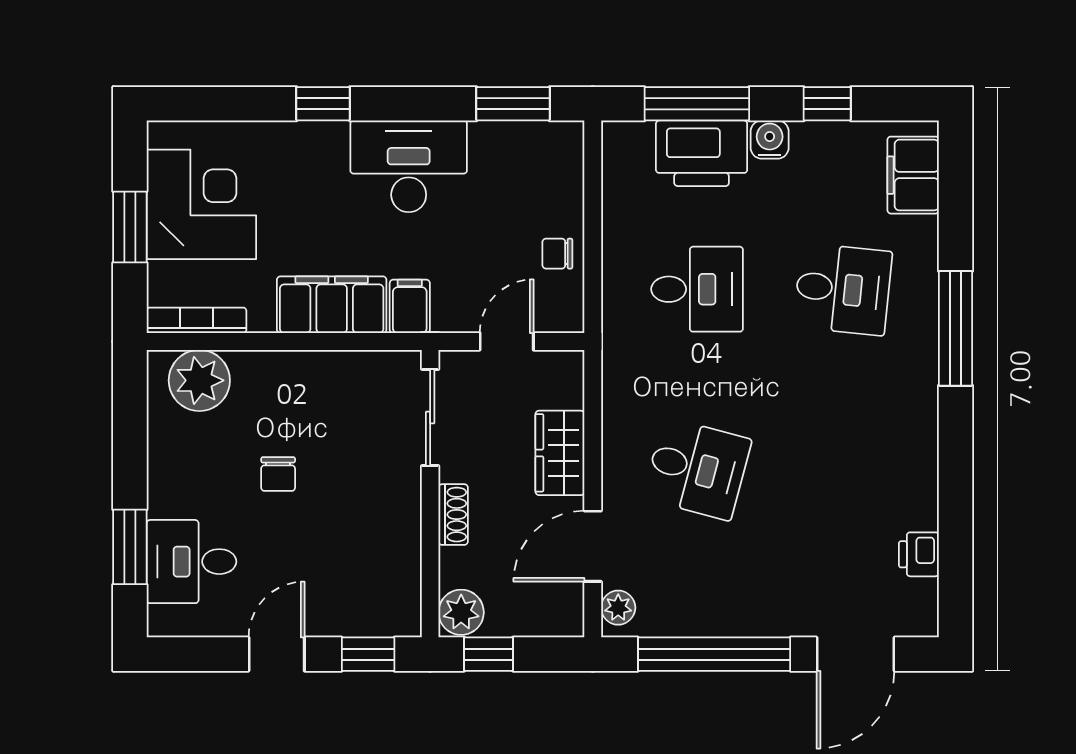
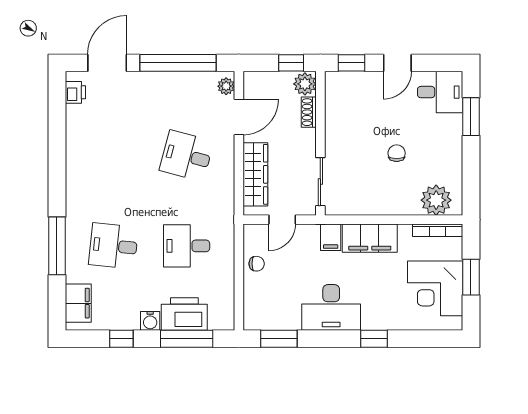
window: (955, 328) -> (57, 246), moved
wardrobe: (560, 453) -> (255, 174), width x1.50
shoe rack: (453, 515) -> (309, 112), moved
printer: (919, 554) -> (75, 92), moved
desk: (191, 562) -> (440, 92), moved

